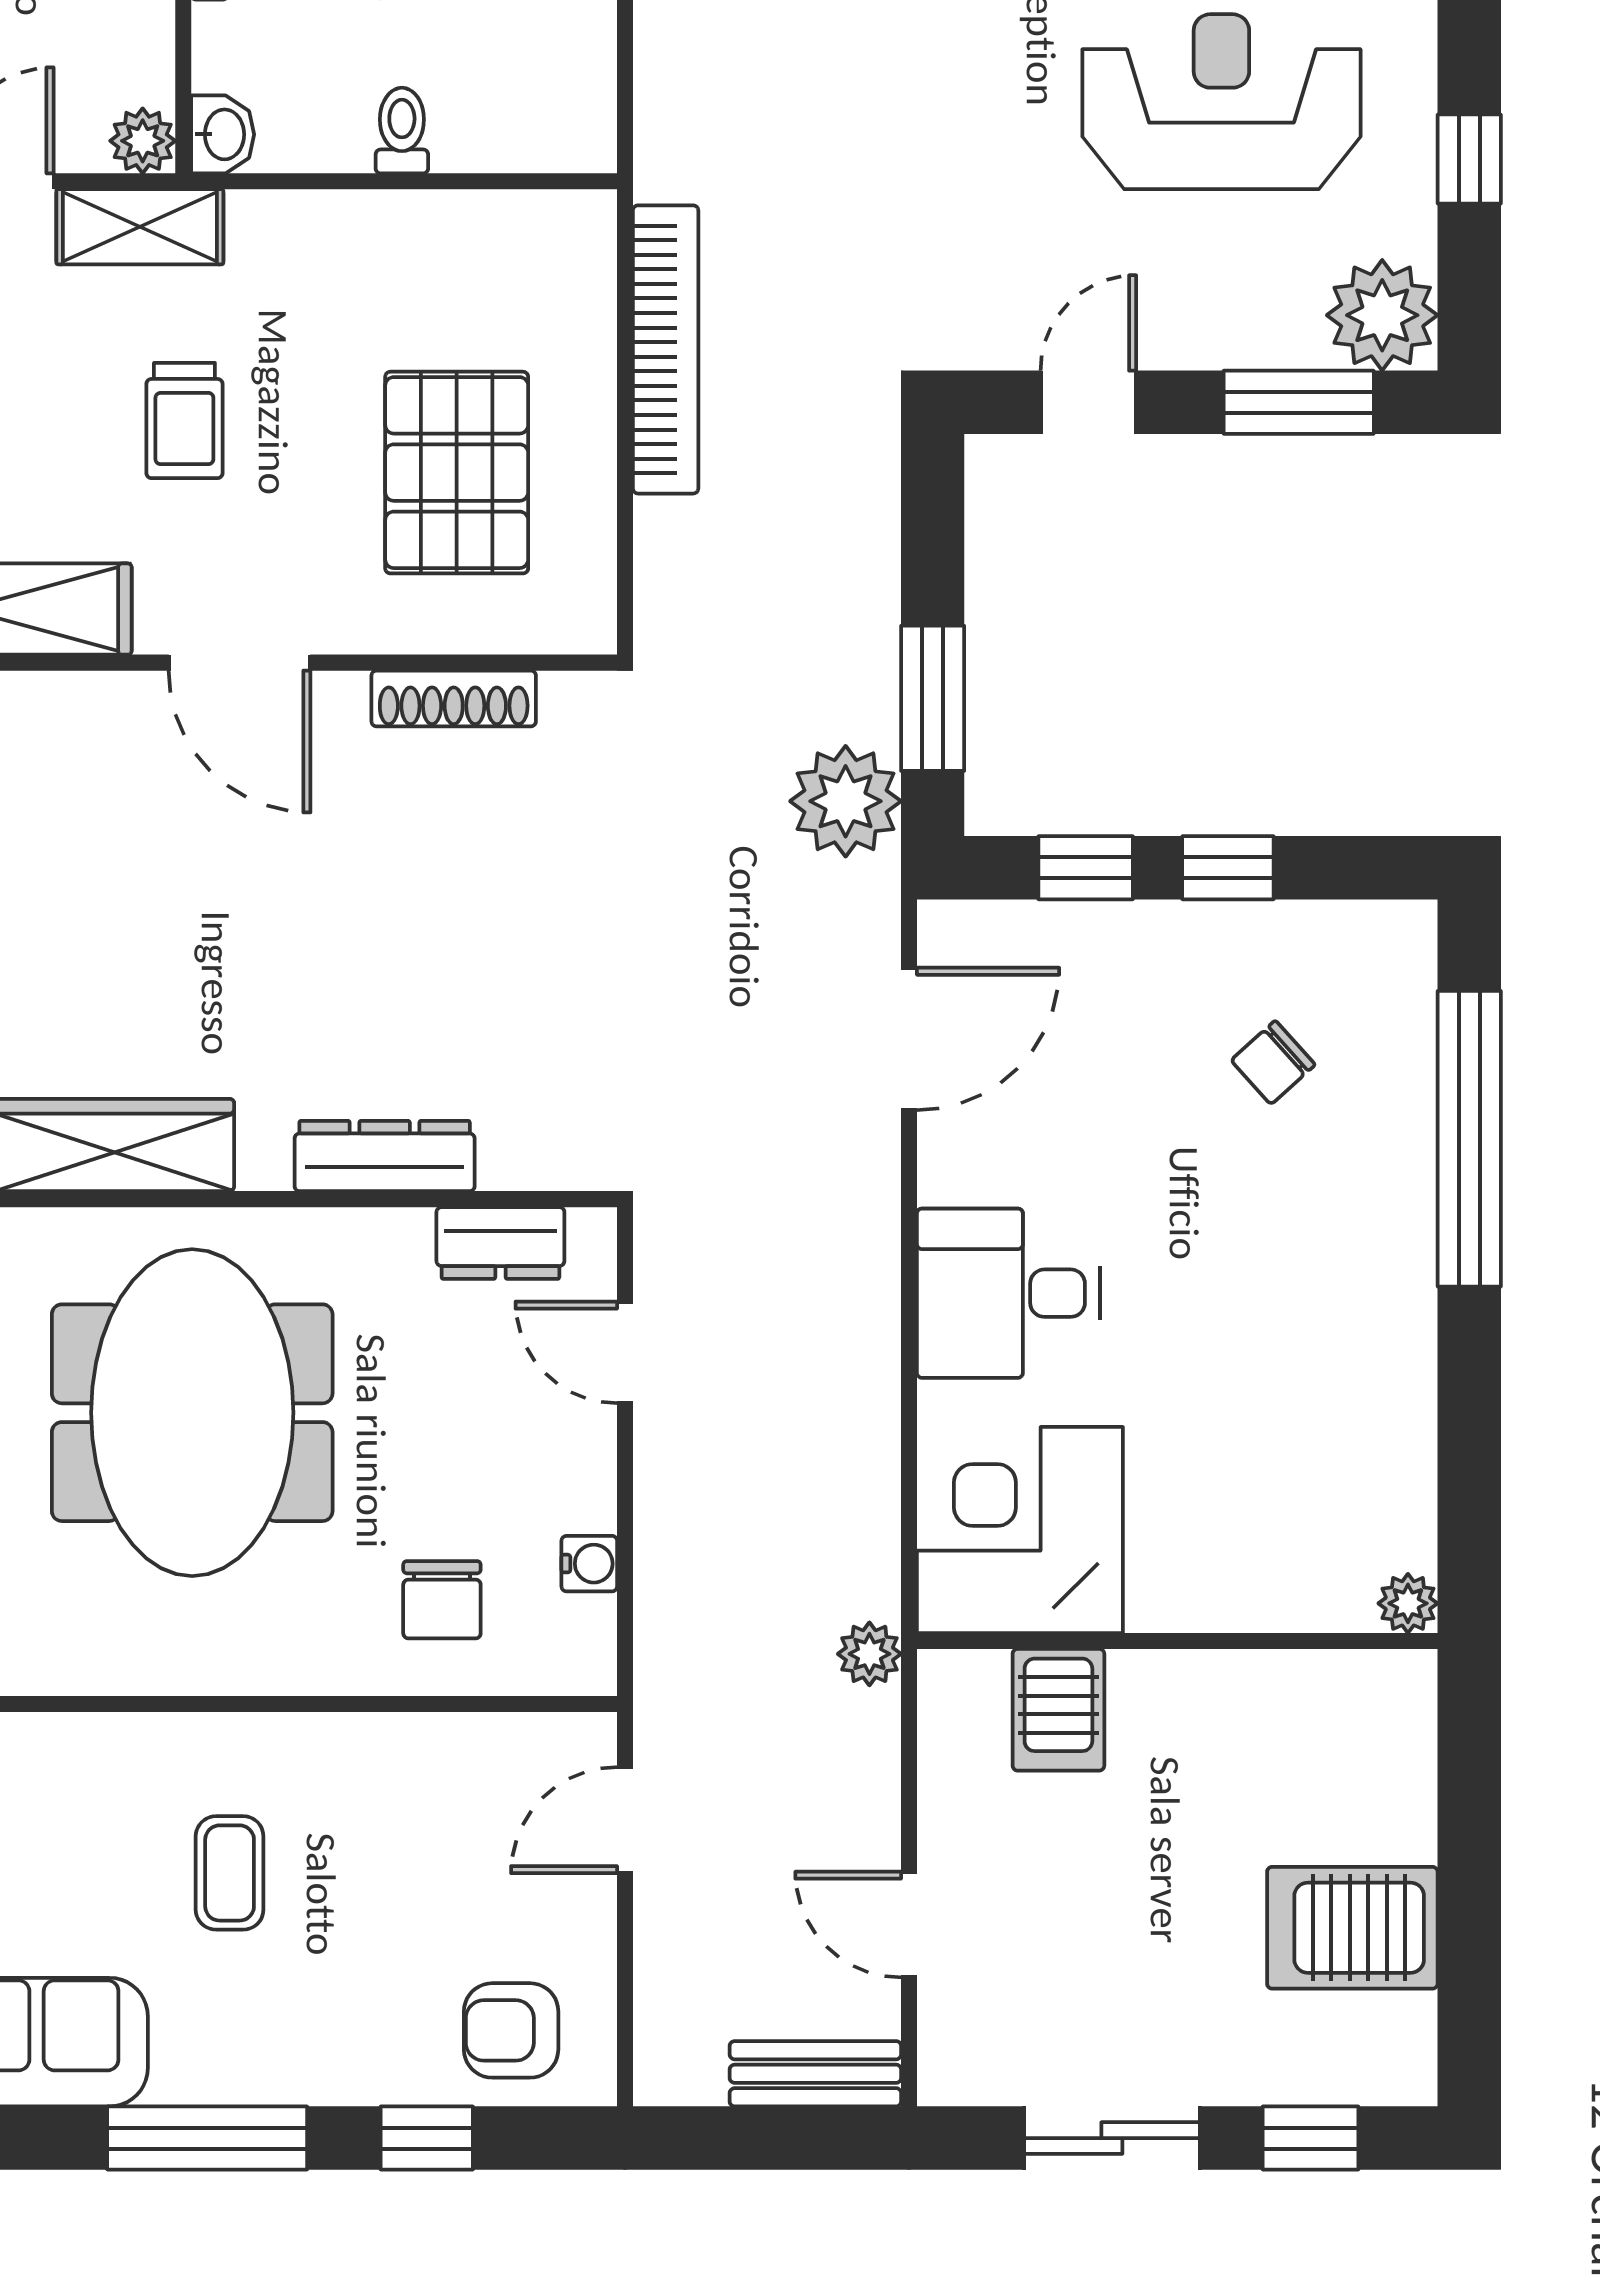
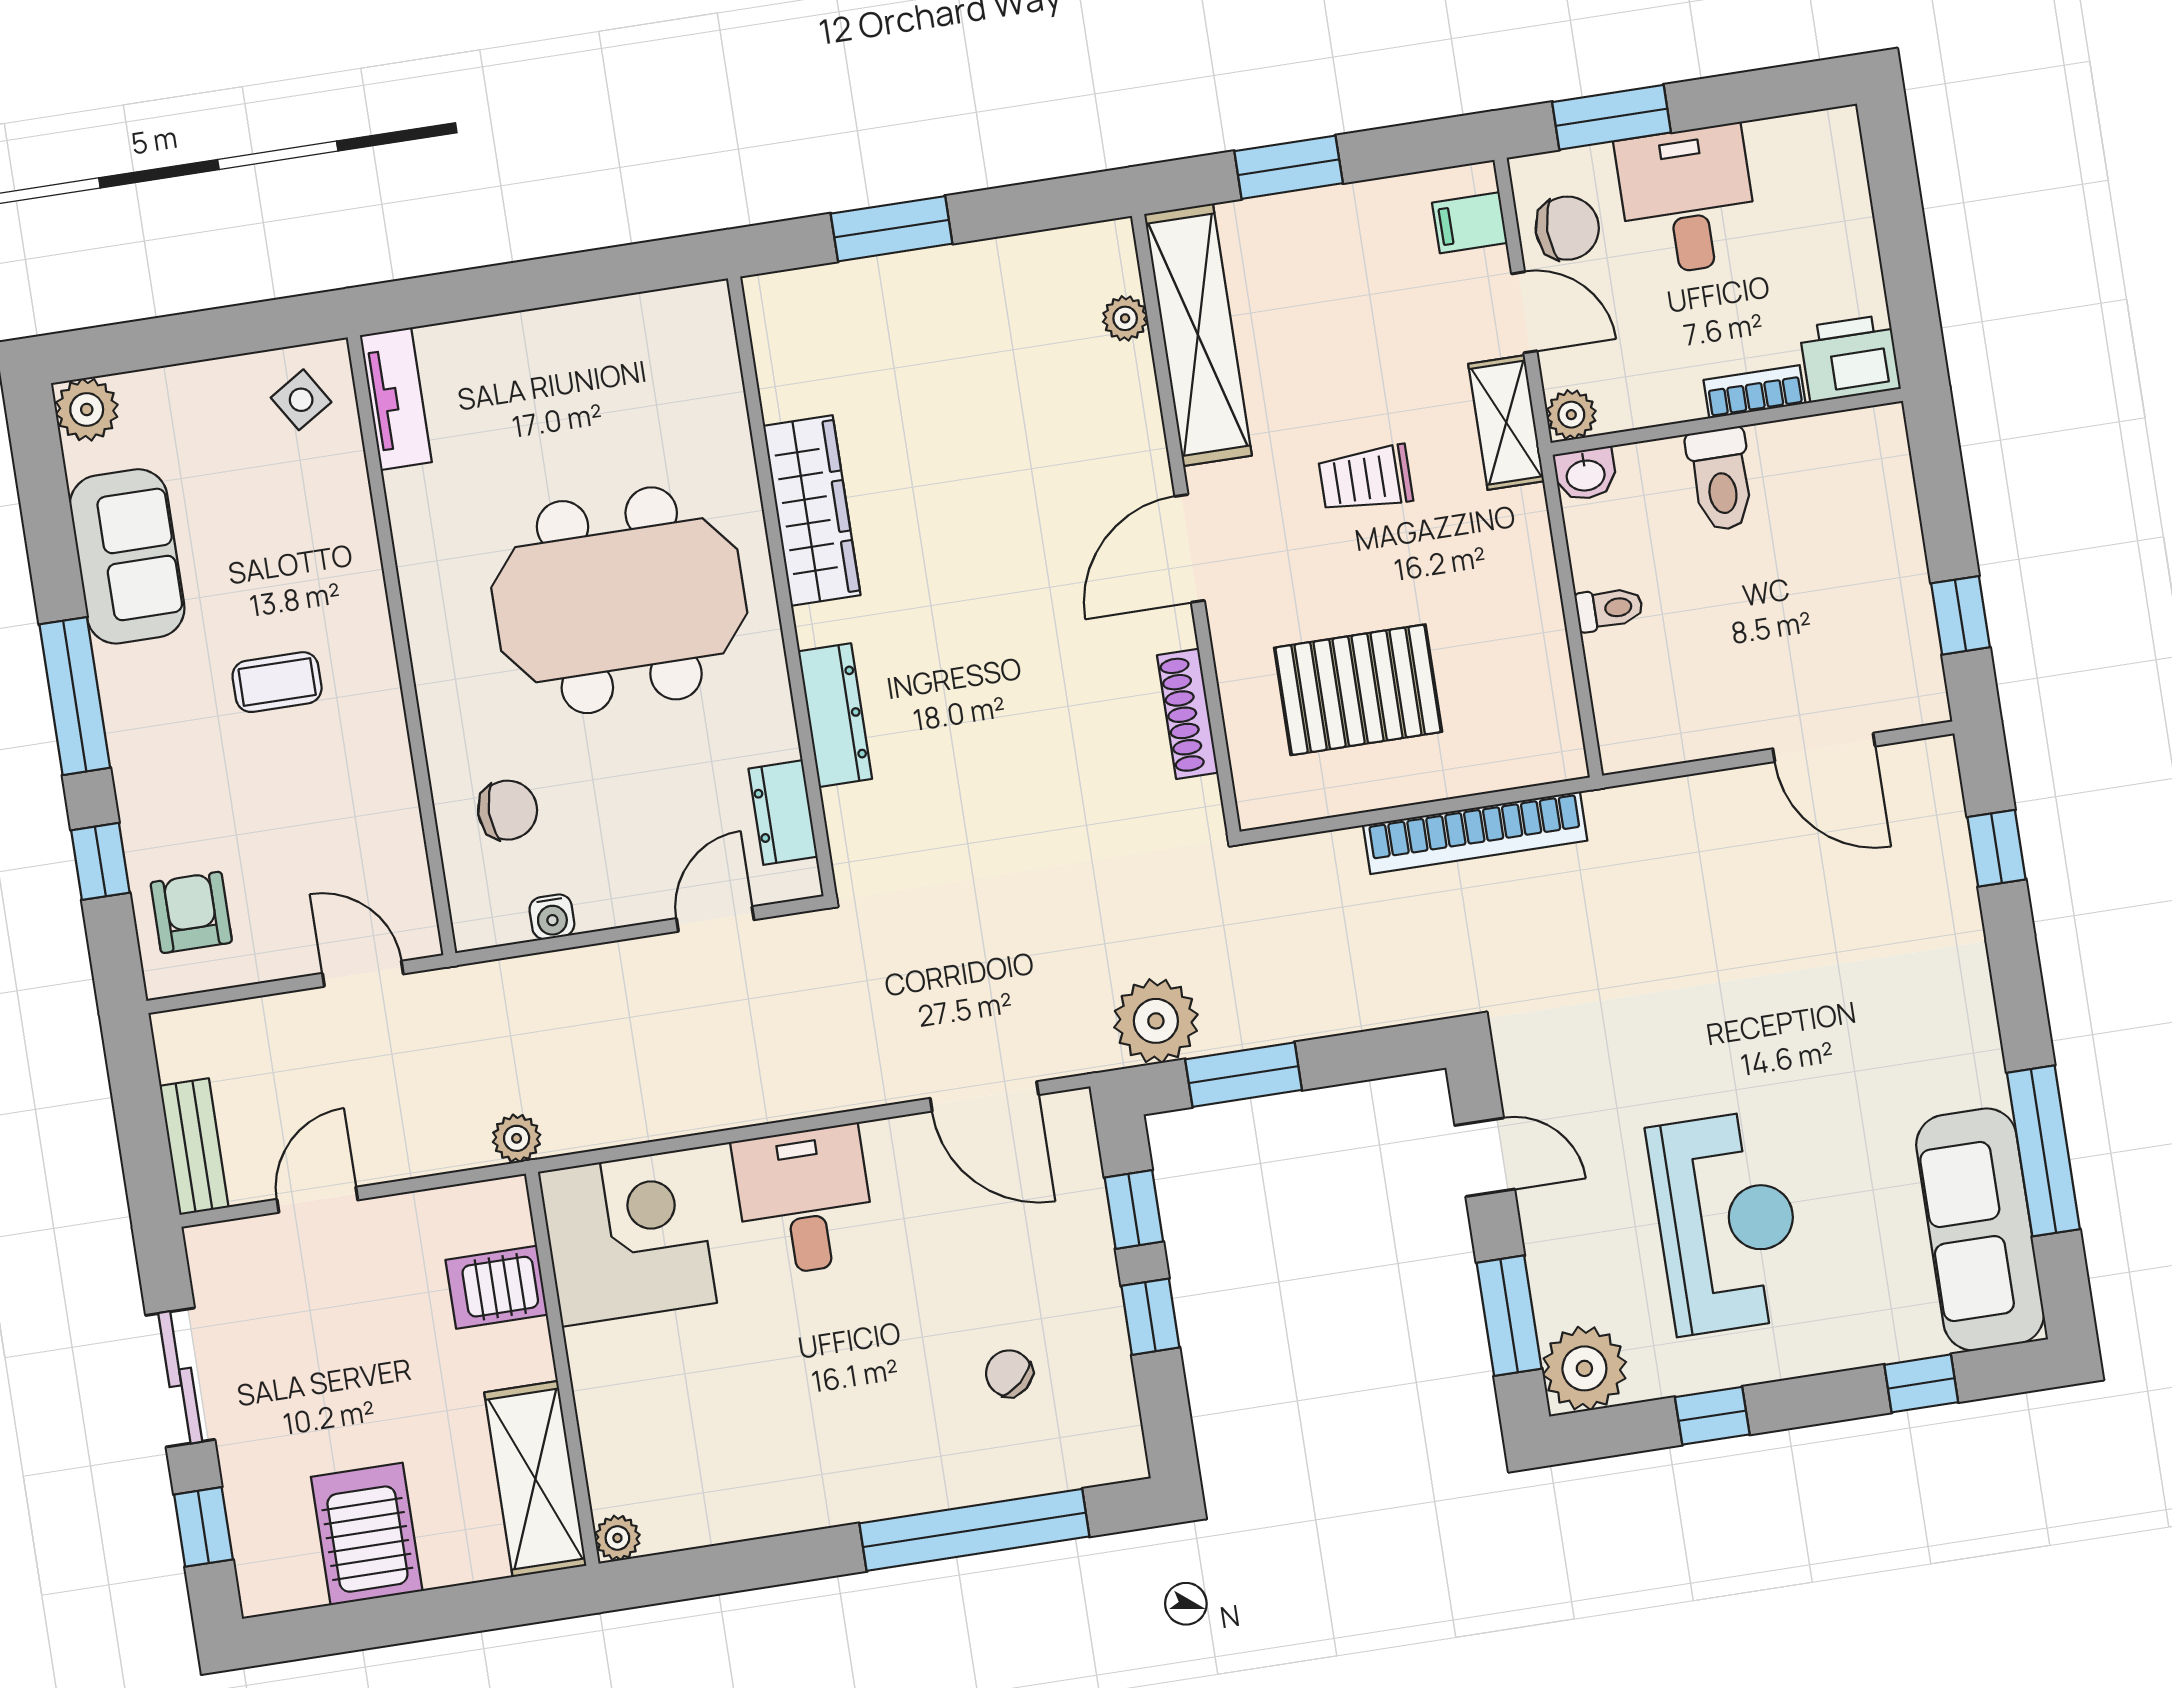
chair: (442, 1600) -> (508, 810), turned 180
shelving: (1315, 1698) -> (535, 1479), added

